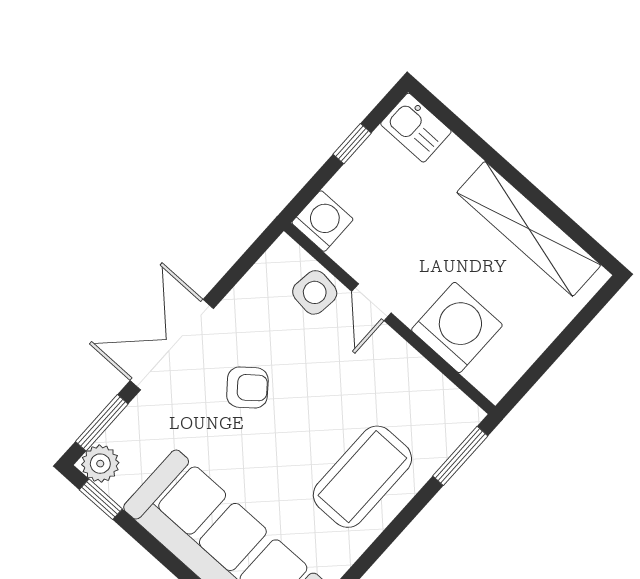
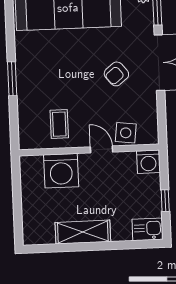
shelving: (529, 229) -> (83, 232), width x0.68
window: (460, 456) -> (12, 79), moved
coffee table: (362, 477) -> (59, 124), moved, width x0.54, depth x0.58

